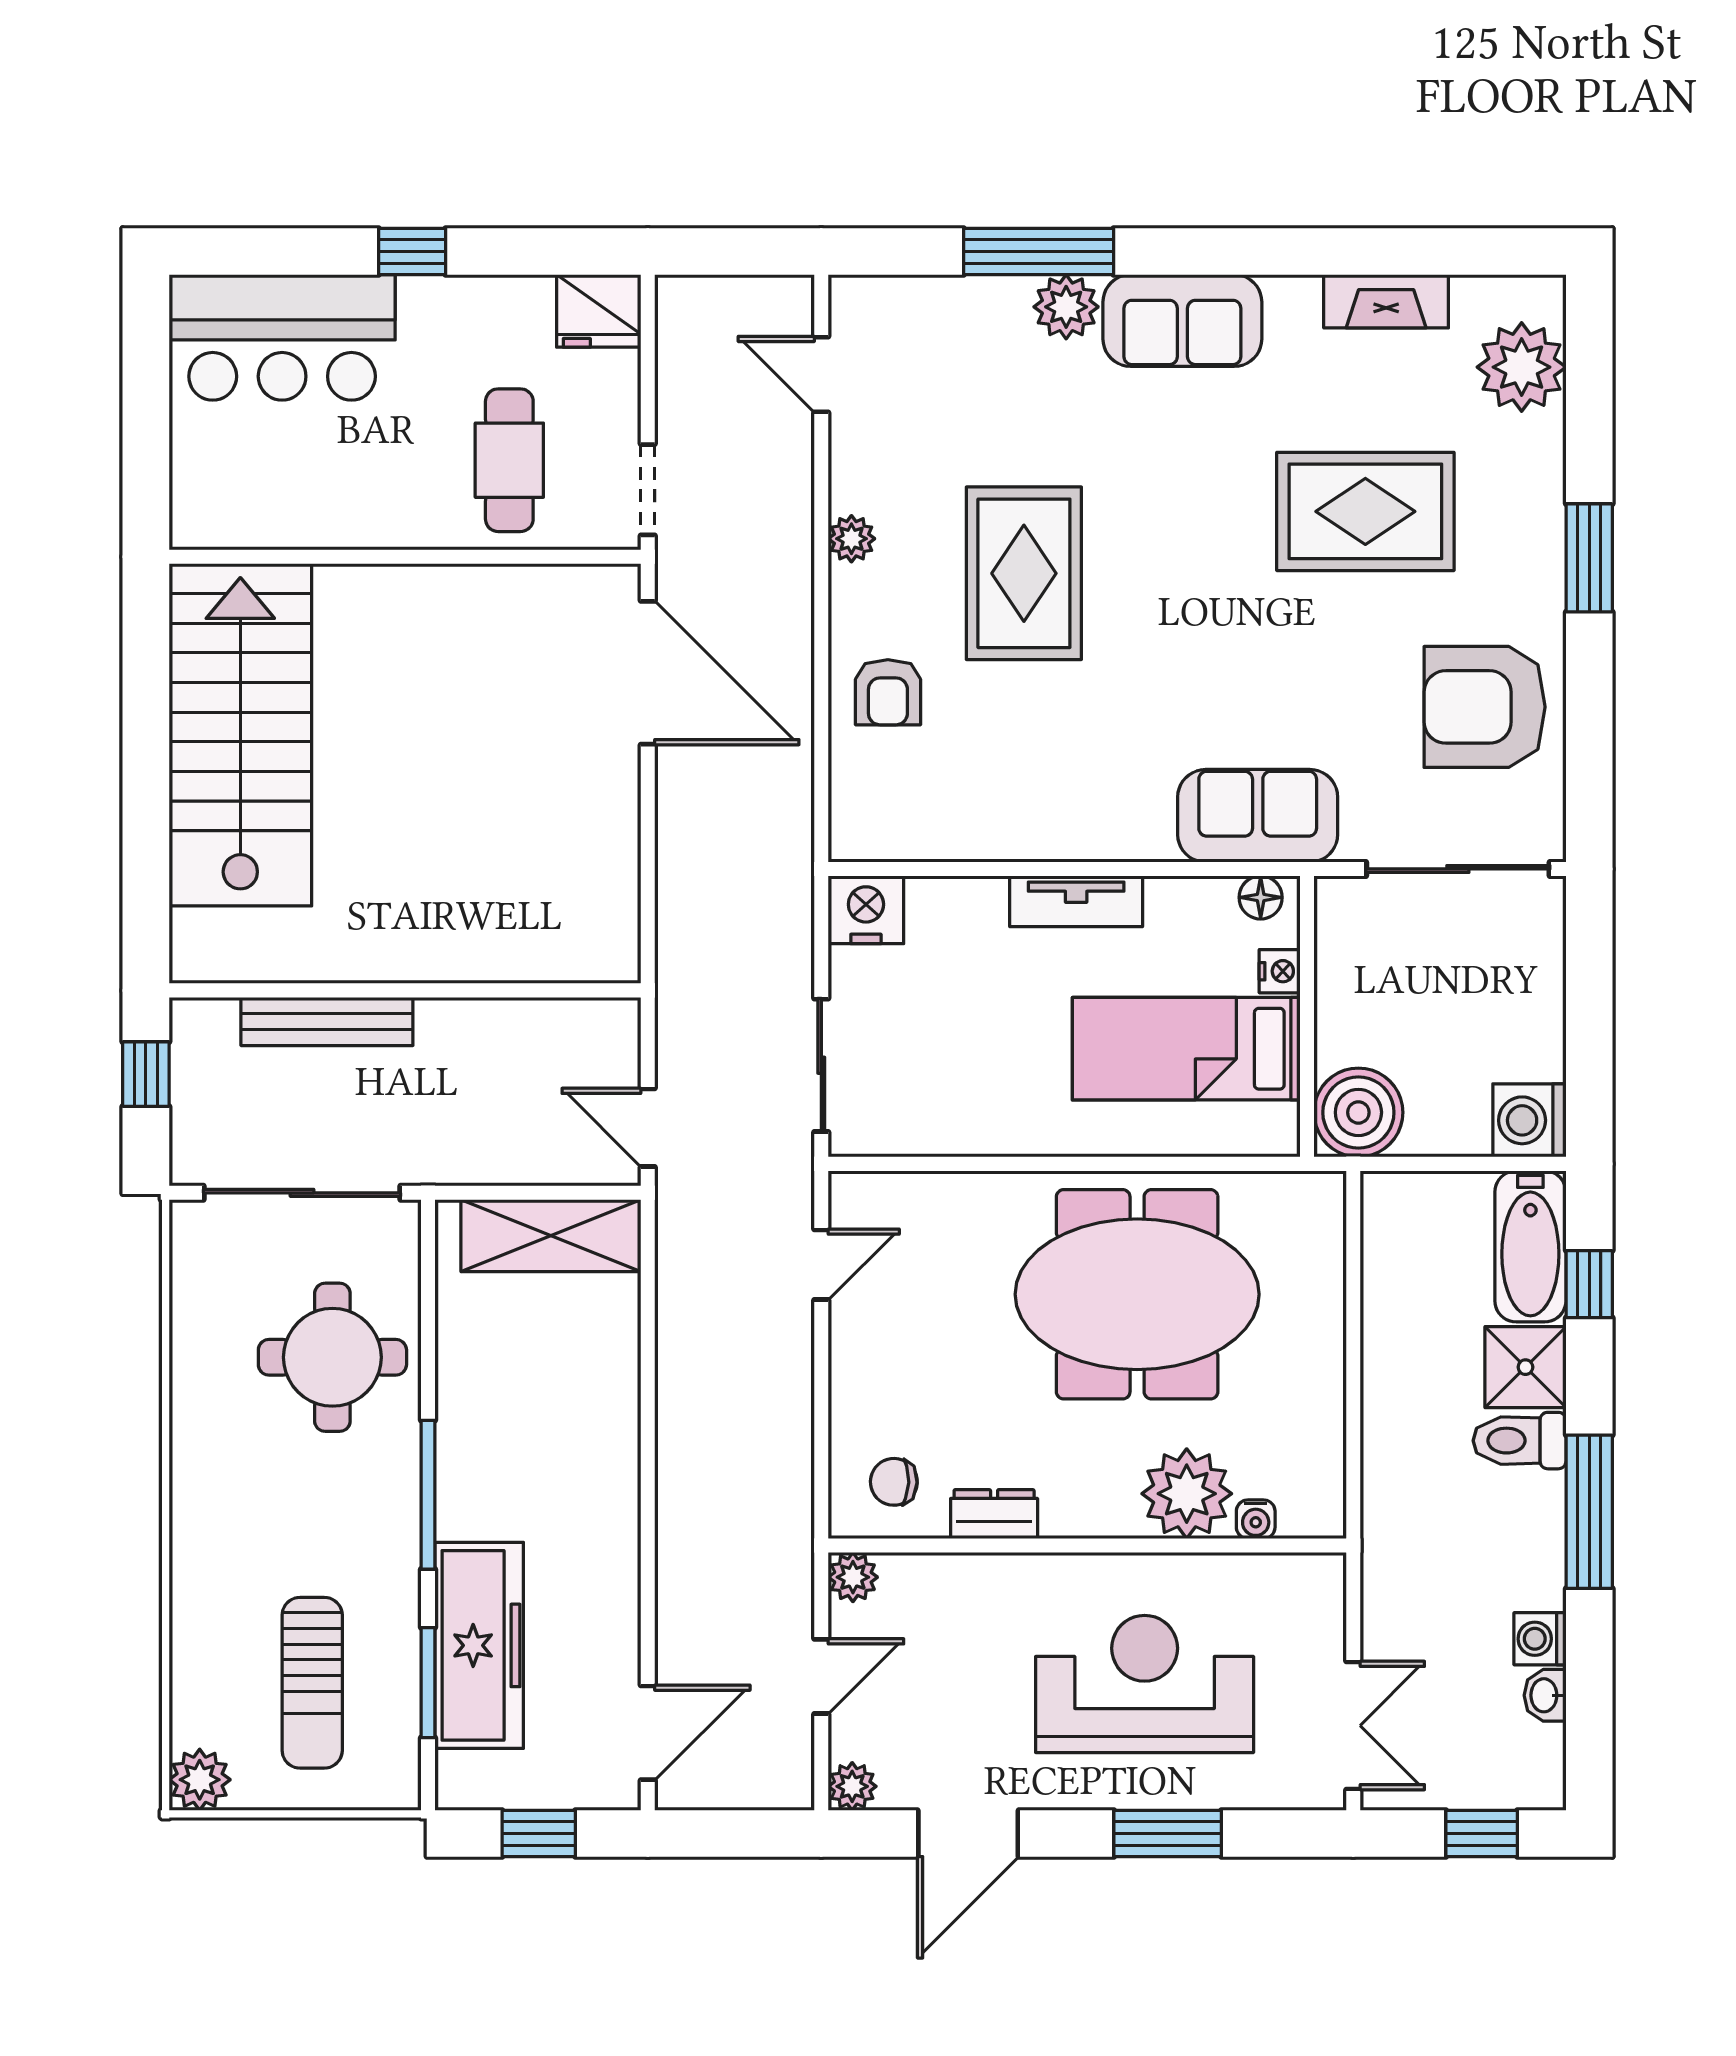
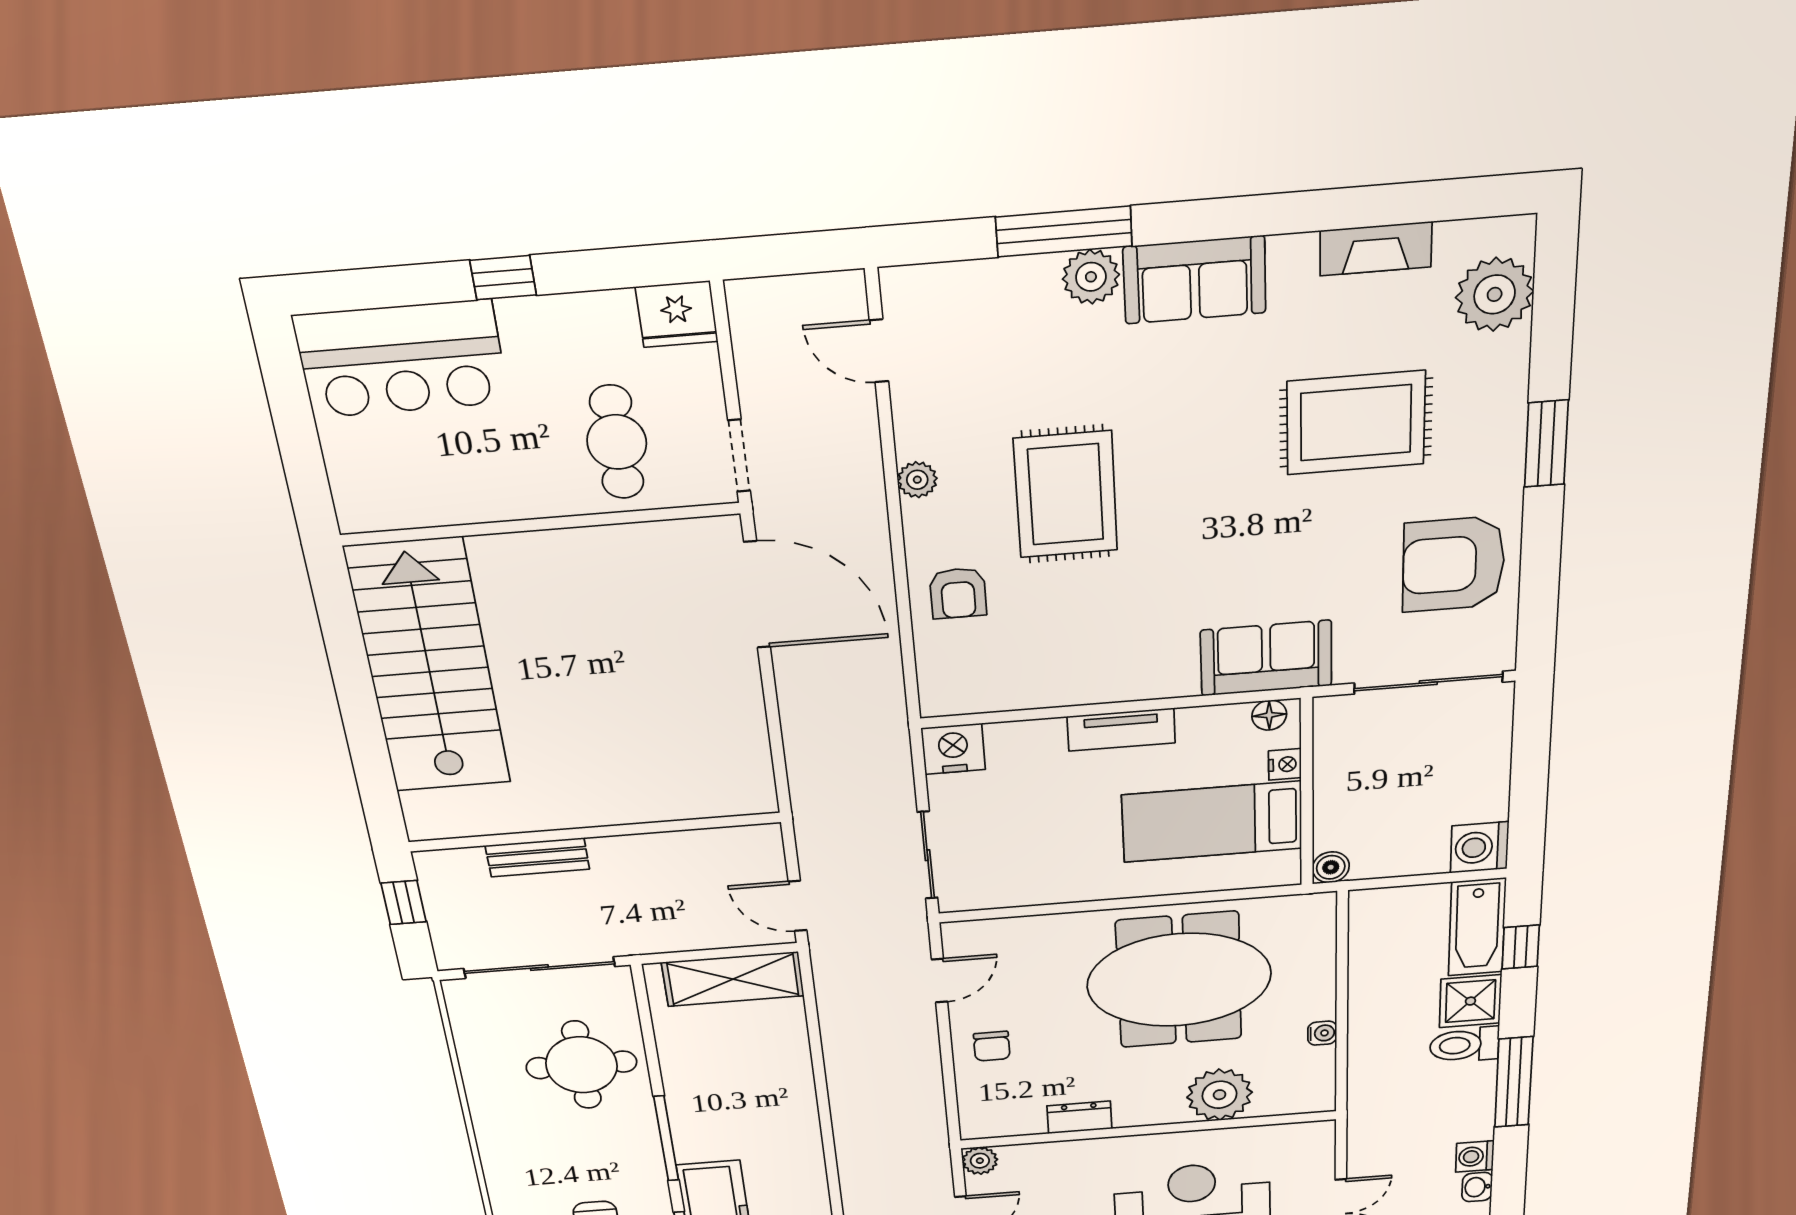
bench: (327, 1021) -> (537, 857), width x0.73
boiler: (1358, 1112) -> (1331, 867), width x0.54, depth x0.54
chair: (894, 1482) -> (992, 1046), moved, turned -92
water cooler: (1256, 1519) -> (1322, 1033), moved, turned -90

